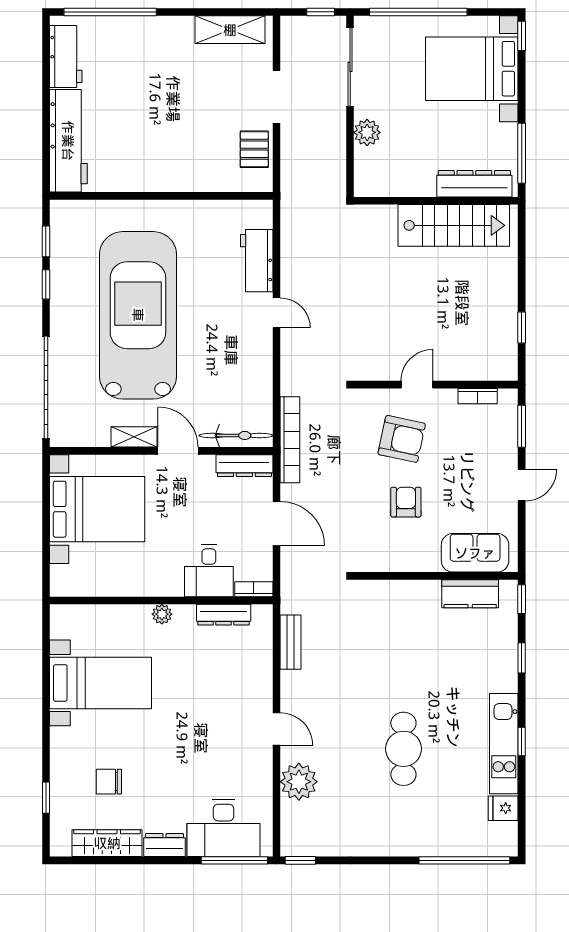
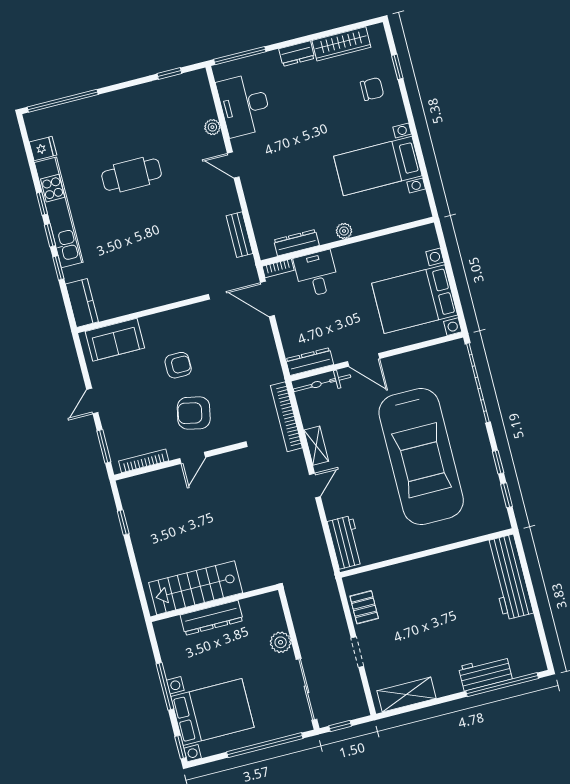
workbench: (66, 56) -> (485, 673), moved, turned 90
doorway: (276, 97) -> (357, 652), width x0.73
window: (522, 153) -> (165, 686), moved
dresser: (474, 184) -> (212, 618), moved
workbench: (257, 261) -> (346, 542), moved
door: (276, 313) -> (315, 485), swing flipped
bookcase: (478, 396) -> (144, 461), width x1.56
shelving: (134, 437) -> (316, 446), moved, turned 90
bookcase: (290, 440) -> (286, 417), moved
armchair: (406, 502) -> (178, 365), turned -90
door: (276, 523) -> (267, 299), moved
kitchen counter: (470, 594) -> (82, 303), moved, turned 90
window: (522, 599) -> (50, 235), moved
kitchen unit: (504, 744) -> (59, 212), width x1.36
cafe table: (403, 749) -> (132, 175), turned 90
chair: (109, 782) -> (372, 89), moved
plant: (299, 782) -> (212, 127), width x0.53, depth x0.53
desk: (223, 828) -> (244, 105), moved, turned -90
window: (300, 860) -> (169, 74), moved

